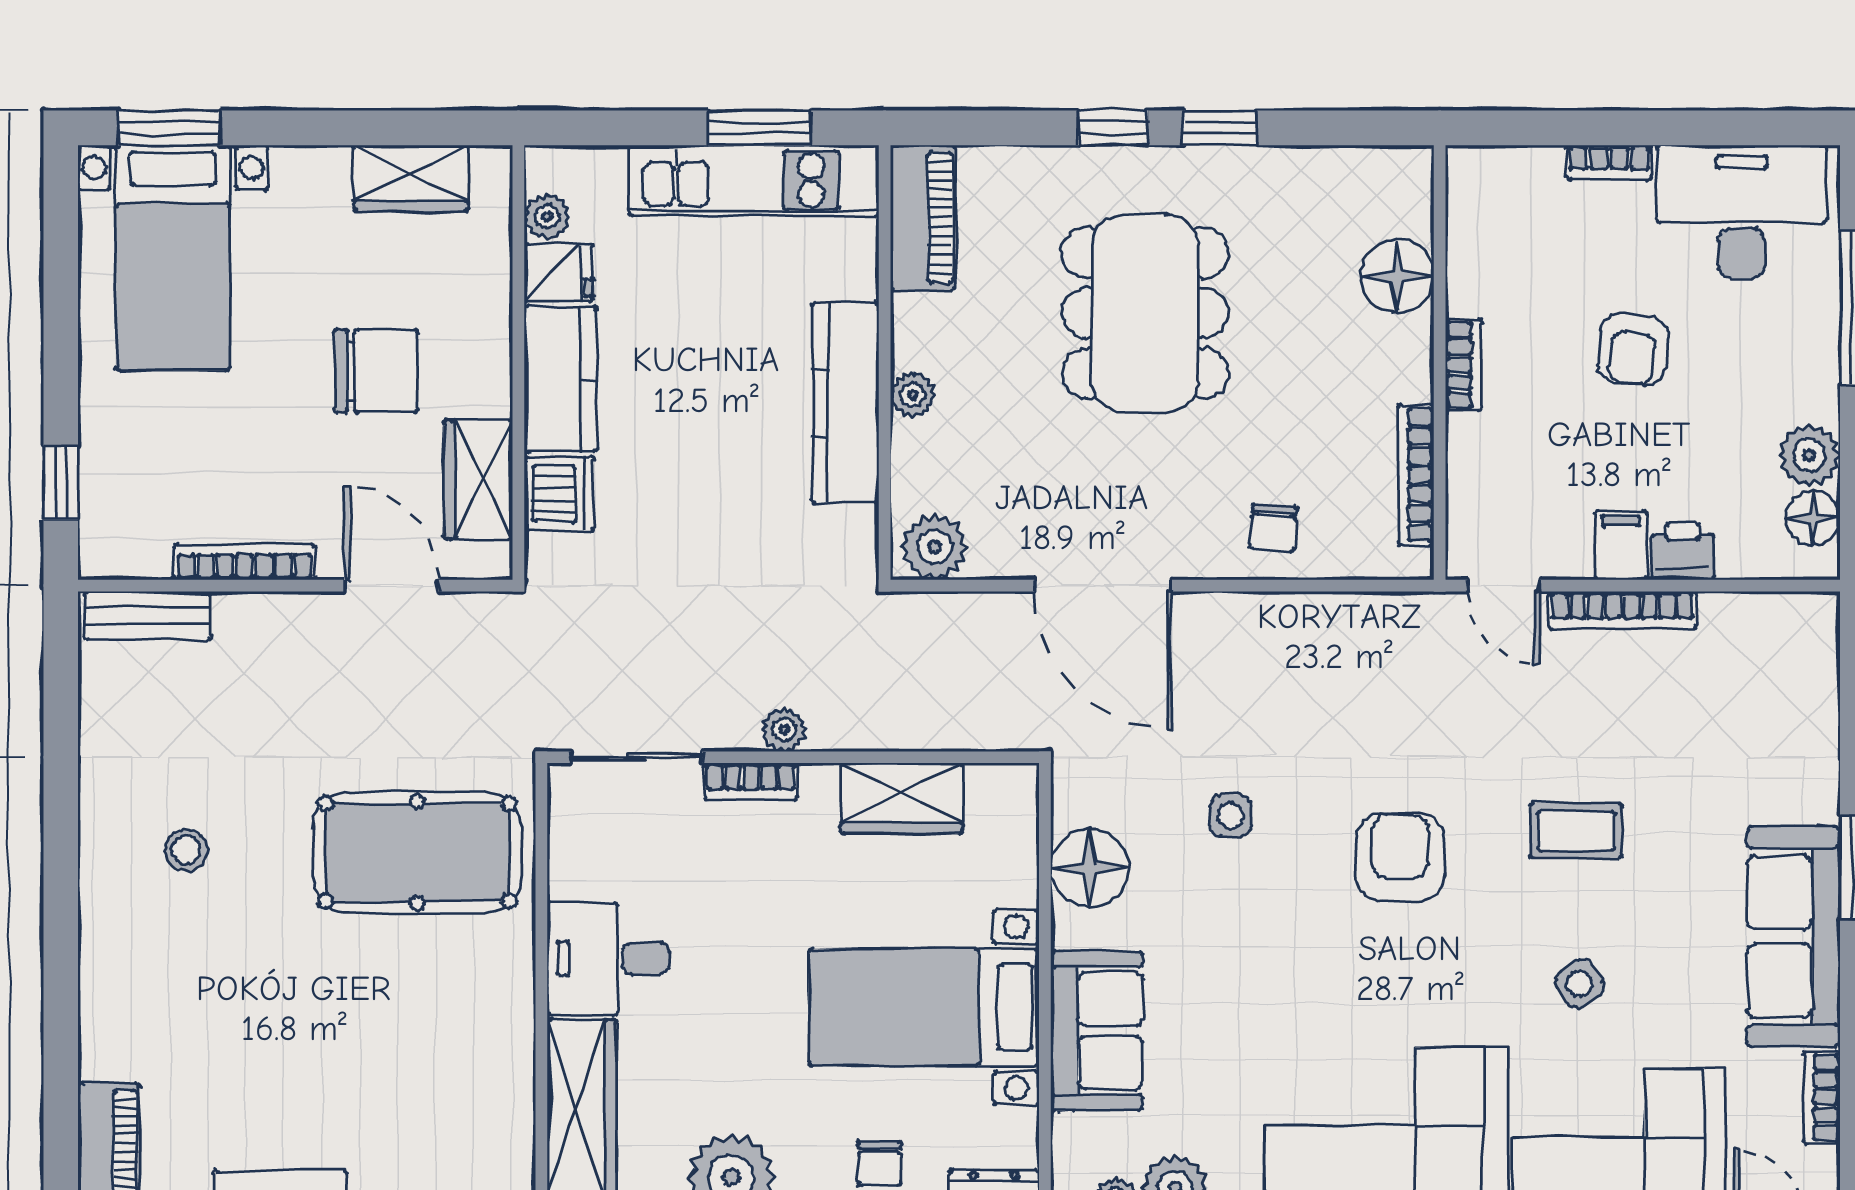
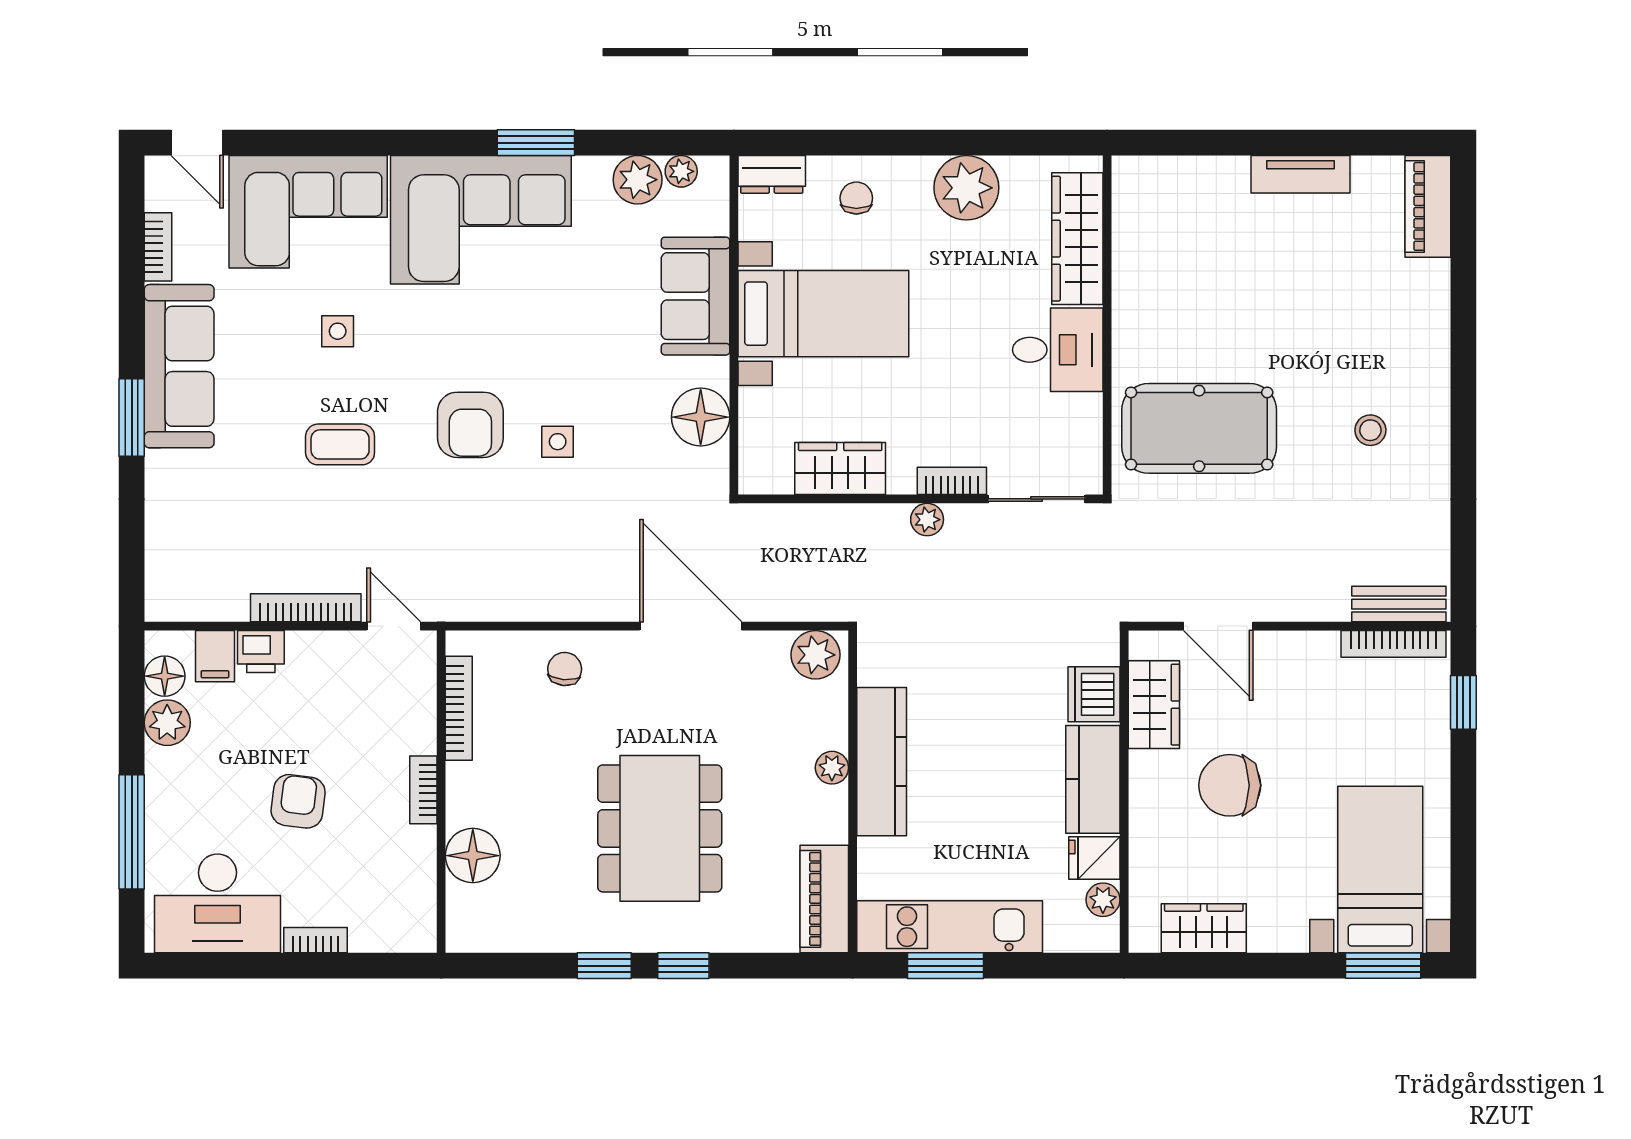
filing cabinet: (1621, 545) -> (215, 656), moved
bookcase: (244, 562) -> (1393, 644), moved
side table: (1230, 815) -> (558, 442), moved
side table: (1579, 984) -> (338, 331), turned 34

